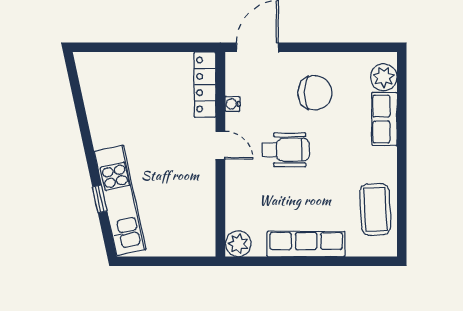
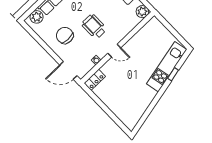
locker: (205, 85) -> (95, 80), width x0.66
door: (220, 145) -> (114, 51), swing flipped

